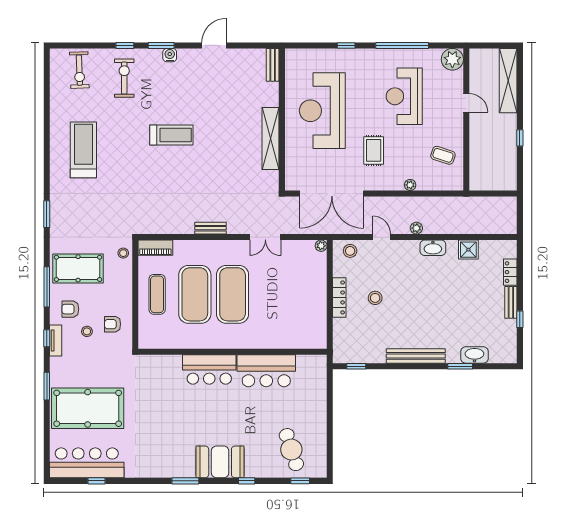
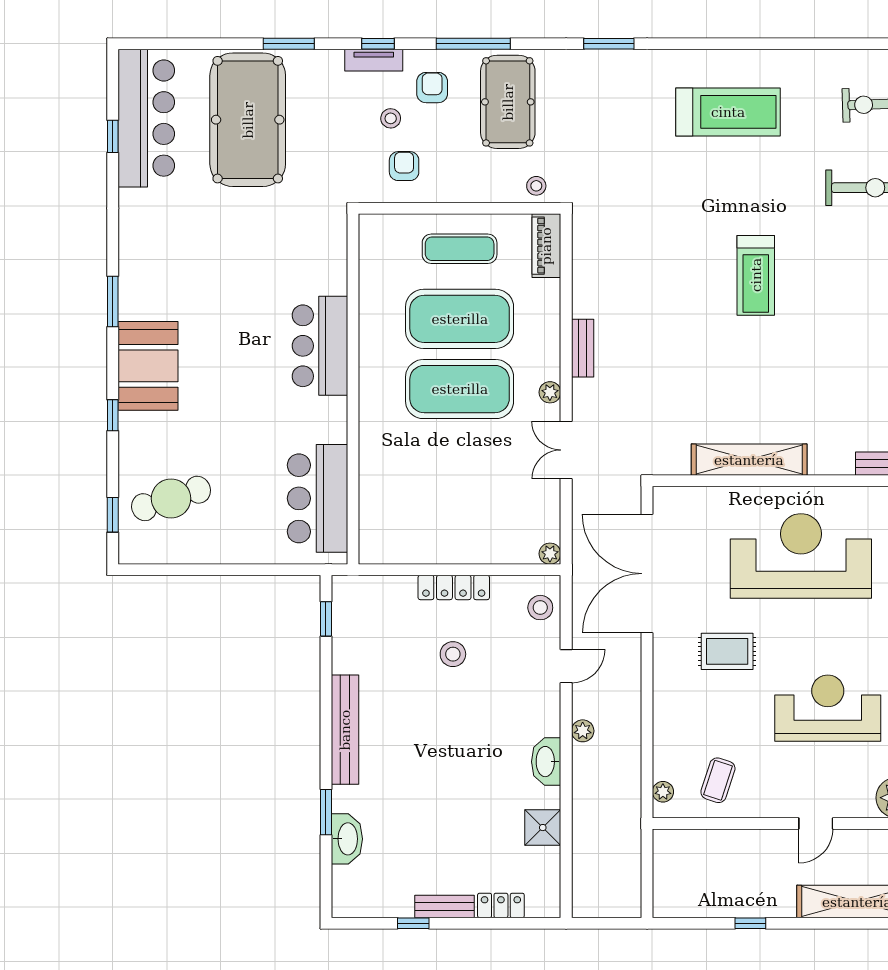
plant: (410, 185) -> (663, 792), moved
plant: (234, 246) -> (550, 392), added
bar counter: (266, 371) -> (318, 498), moved

